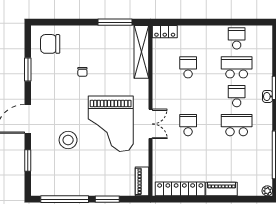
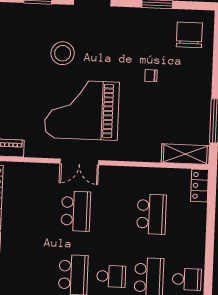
shelving: (141, 52) -> (185, 154), width x0.68
school desk: (188, 67) -> (152, 214), width x1.85
school desk: (188, 125) -> (76, 211), width x1.85

